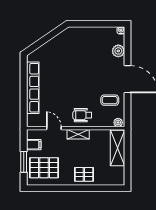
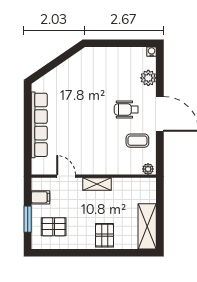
wheelchair: (82, 115) -> (126, 109), moved
shelving: (117, 148) -> (147, 226), moved
pallet: (44, 168) -> (54, 227), width x0.67, depth x0.71
pallet: (84, 174) -> (105, 235), turned 90

